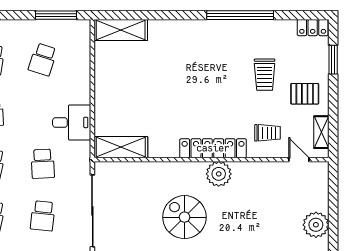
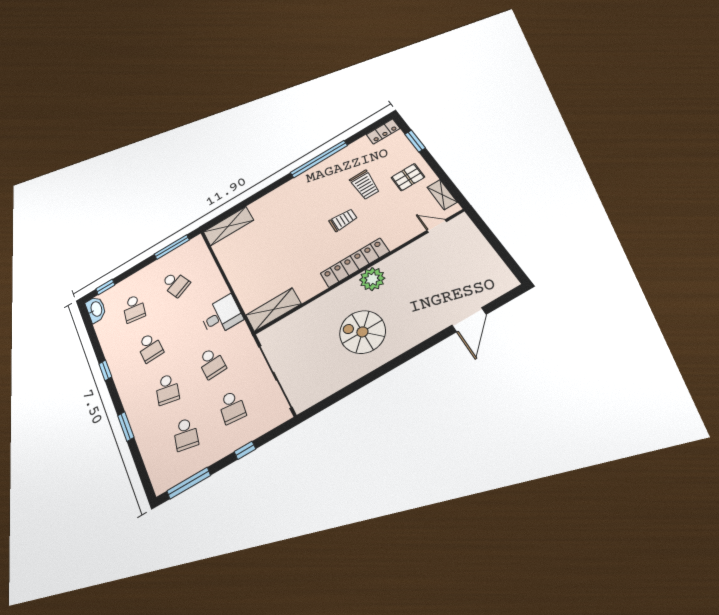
school desk: (43, 59) -> (175, 284), turned -42
trolley: (267, 133) -> (343, 220), moved
plant: (316, 225) -> (490, 266), removed

